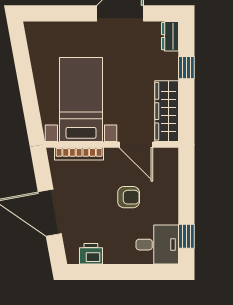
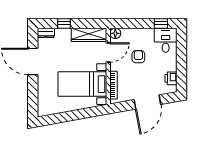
floor lamp: (169, 157) -> (115, 33), added

